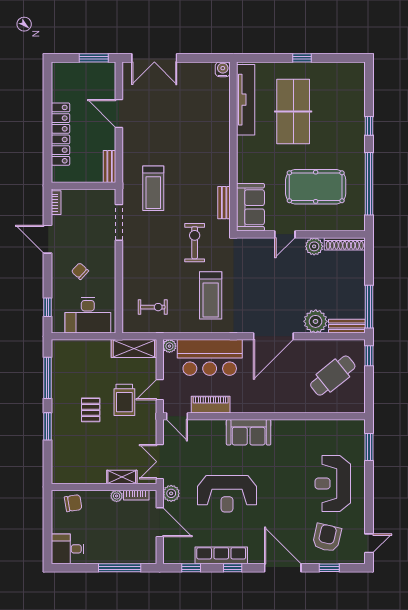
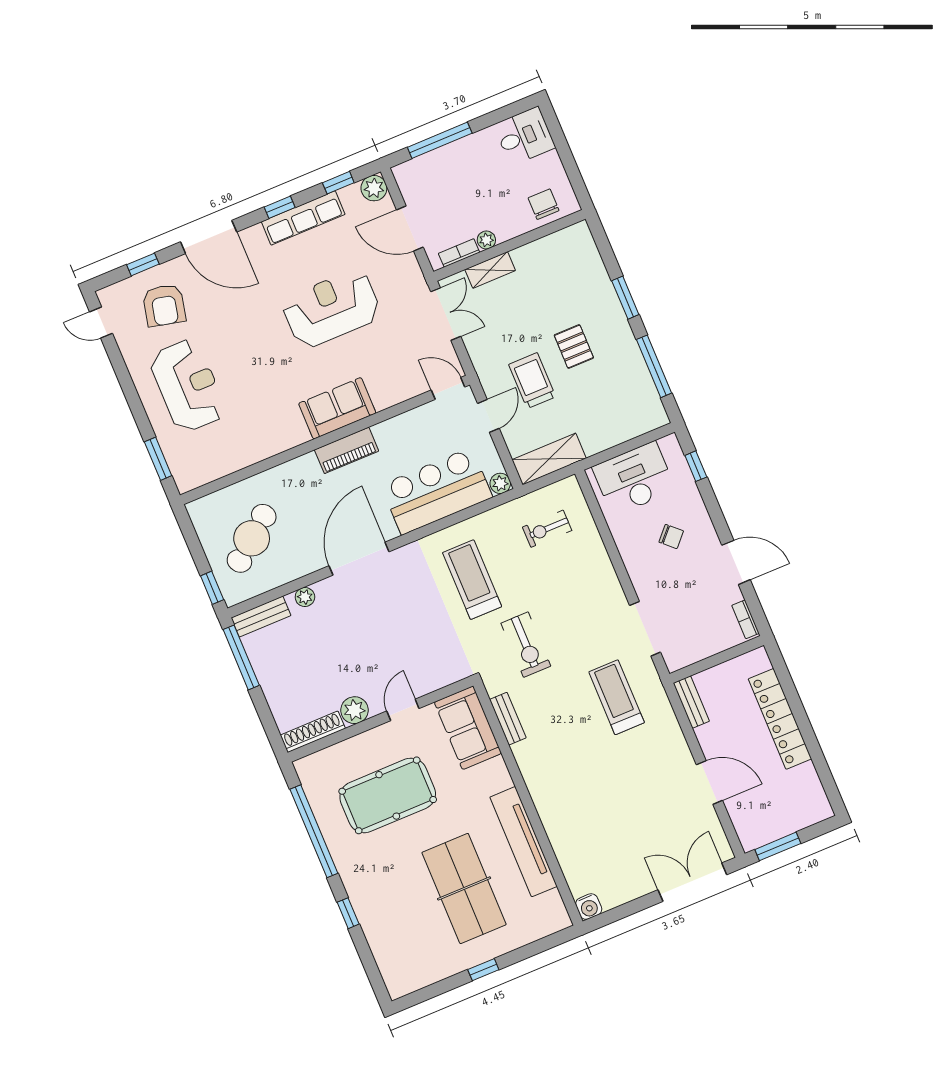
tv unit: (246, 100) -> (524, 842), moved
plant: (316, 321) -> (305, 597), width x0.53, depth x0.53
piano: (211, 405) -> (347, 450), moved
plant: (171, 493) -> (374, 188), moved
chair: (73, 503) -> (544, 204), turned 99
door: (369, 543) -> (101, 323), hinge flipped

